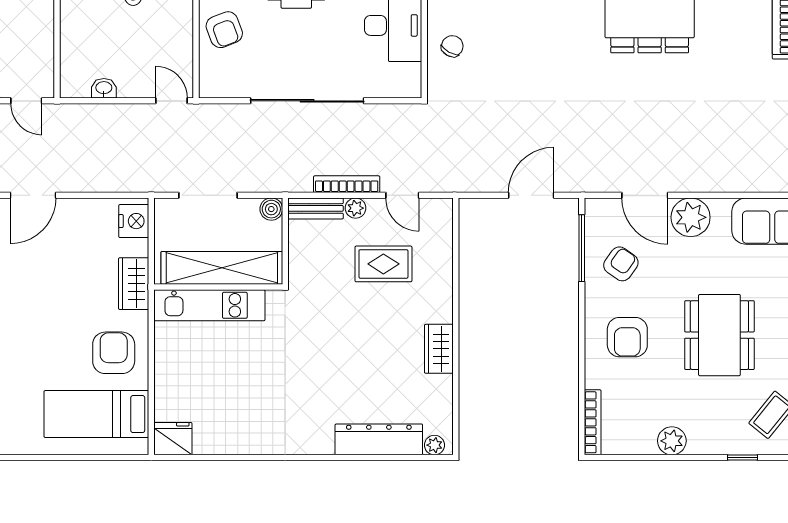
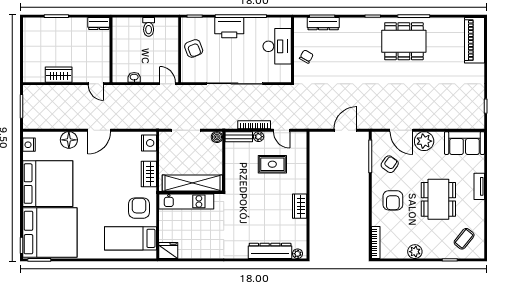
shelving: (222, 268) -> (192, 183), moved
wall: (218, 287) -> (191, 192), moved
kitchen unit: (209, 305) -> (186, 201), moved

